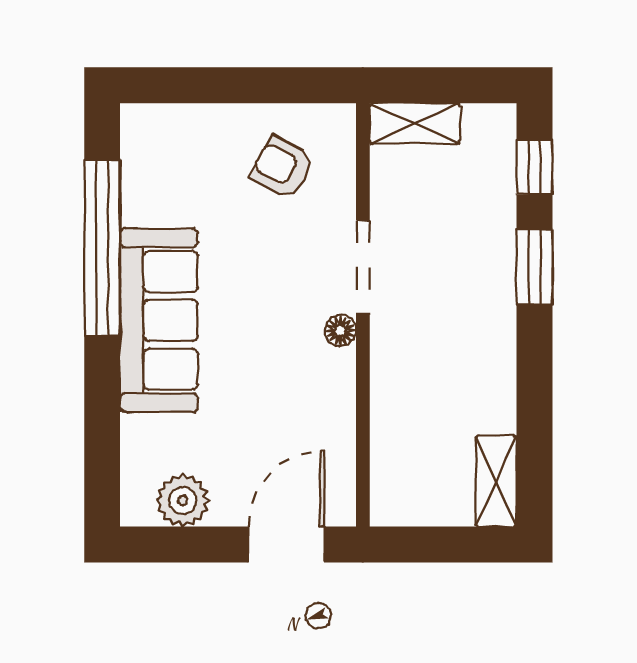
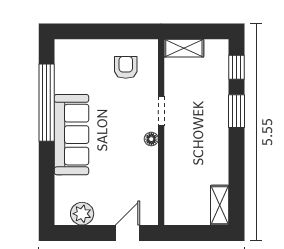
armchair: (282, 167) -> (126, 67), turned 62
doorway: (363, 267) -> (161, 111), width x0.73
door: (286, 544) -> (127, 233), width x0.73

